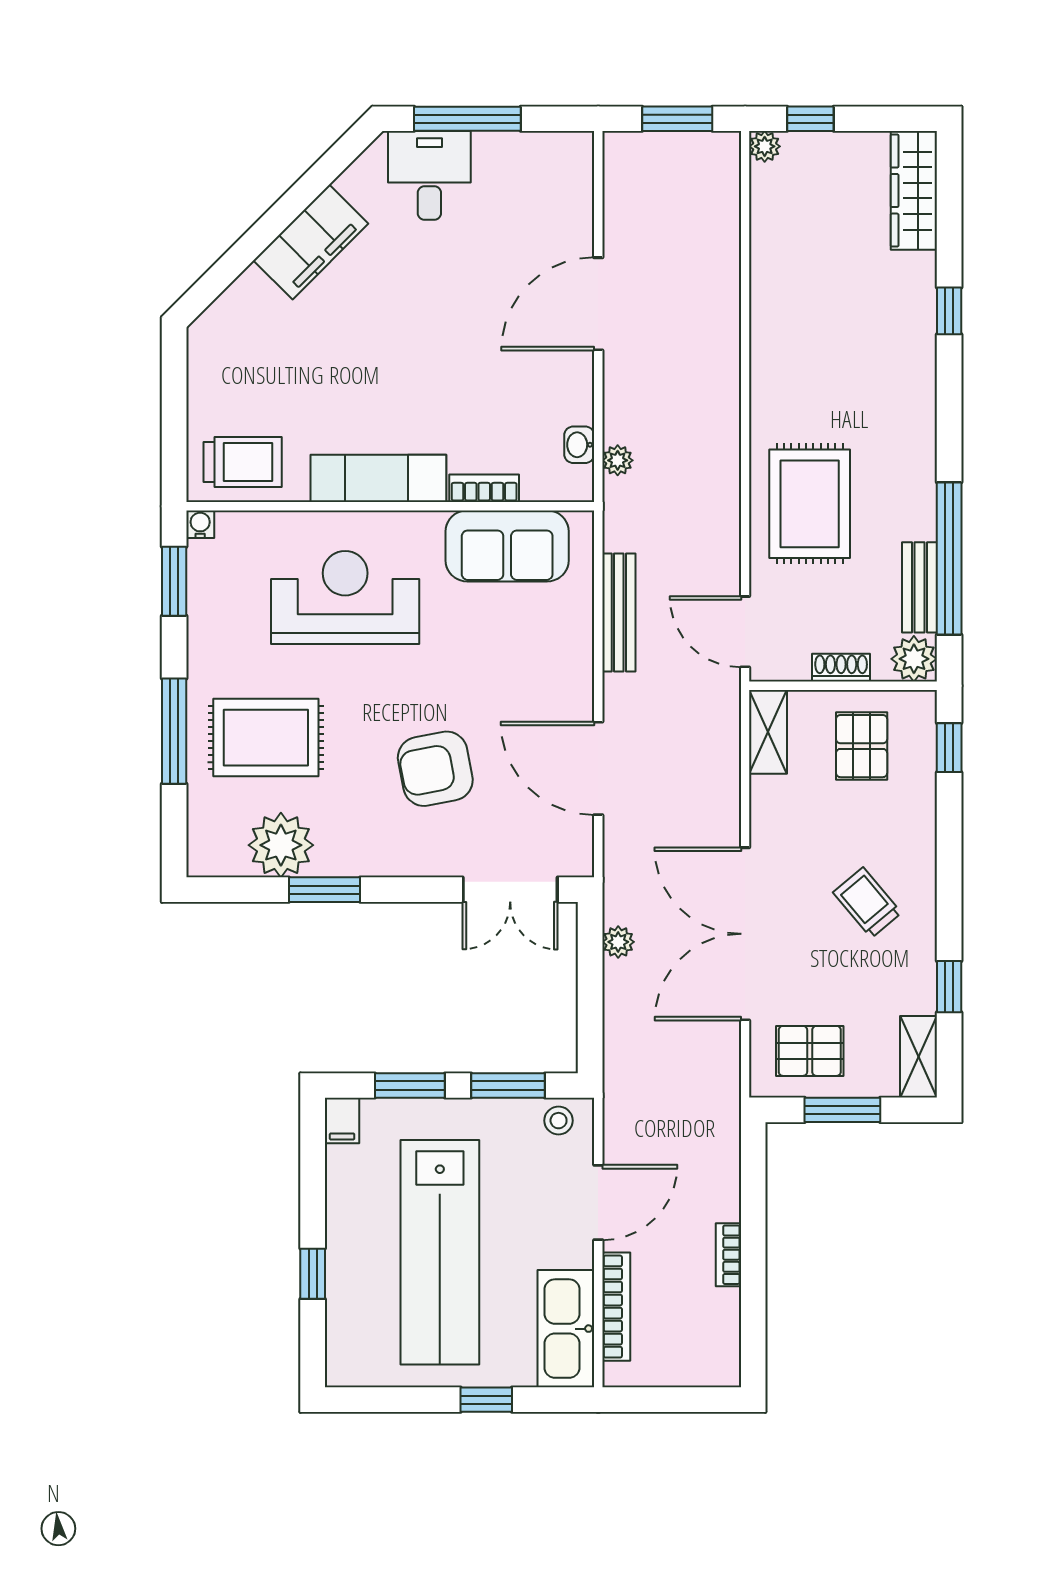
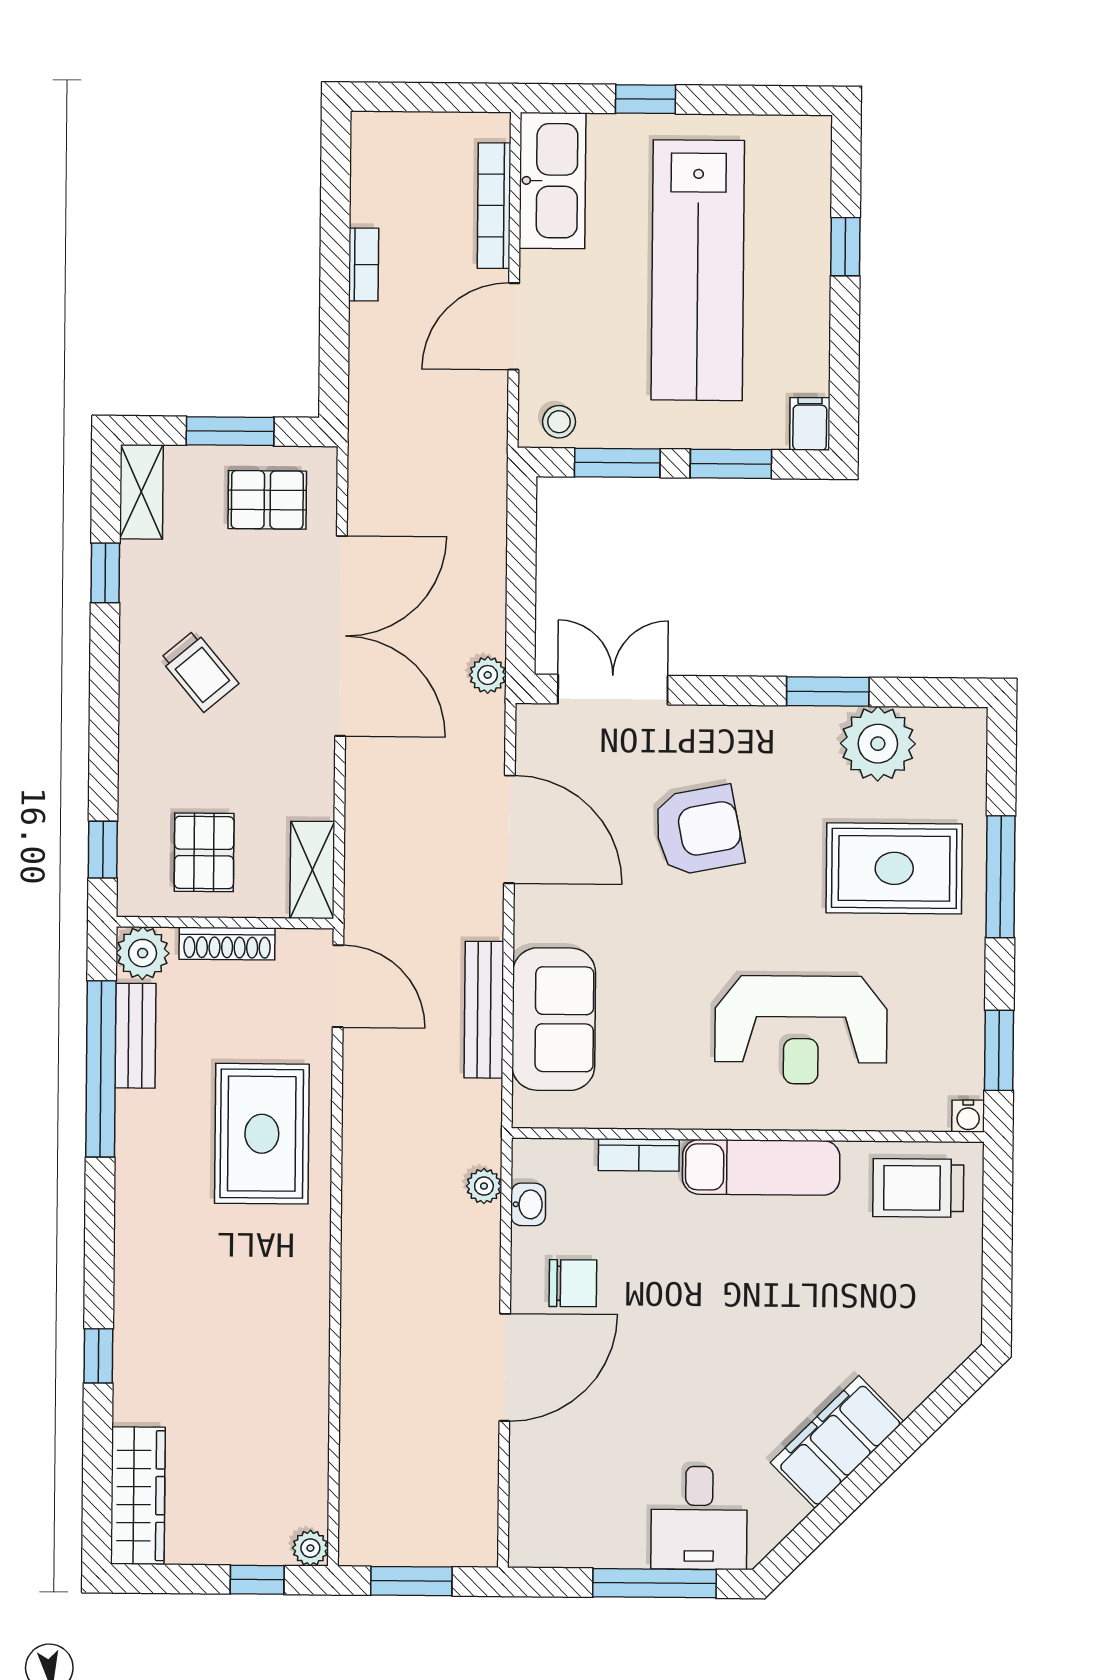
chair: (540, 377) -> (573, 1283), added
sofa: (507, 546) -> (554, 1019), moved, turned 90
shoe rack: (841, 668) -> (227, 944), width x1.43
plant: (618, 942) -> (488, 675), moved
lab bench: (440, 1252) -> (698, 270), turned 180

